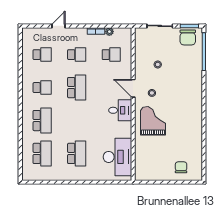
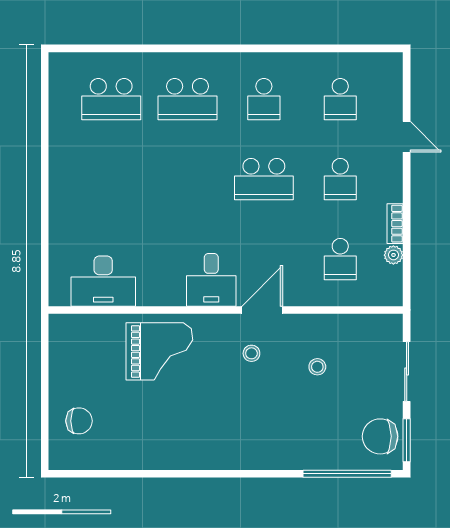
grand piano: (153, 121) -> (159, 351), moved
school desk: (77, 153) -> (111, 179), removed
desk: (117, 157) -> (103, 281), width x0.73, depth x0.77

